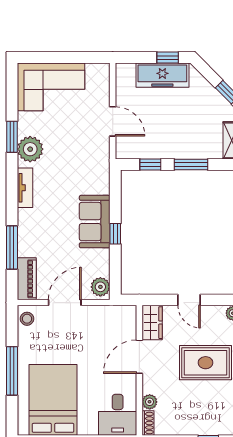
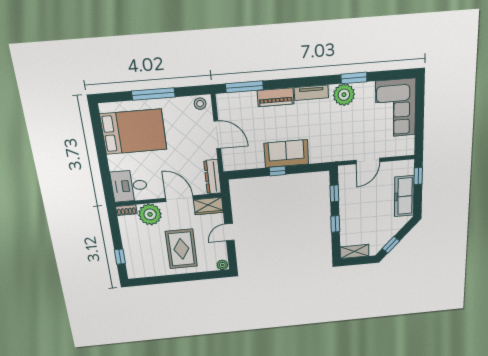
window: (168, 58) -> (418, 176), moved
window: (191, 164) -> (335, 224), width x0.67
window: (12, 248) -> (244, 87), moved
piano: (27, 279) -> (276, 97), moved
plant: (100, 287) -> (233, 163), removed
dresser: (115, 314) -> (213, 177), added
plant: (150, 402) -> (150, 214), width x1.88, depth x1.88

